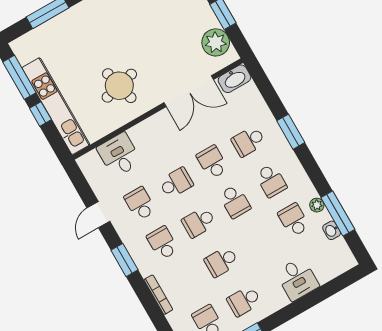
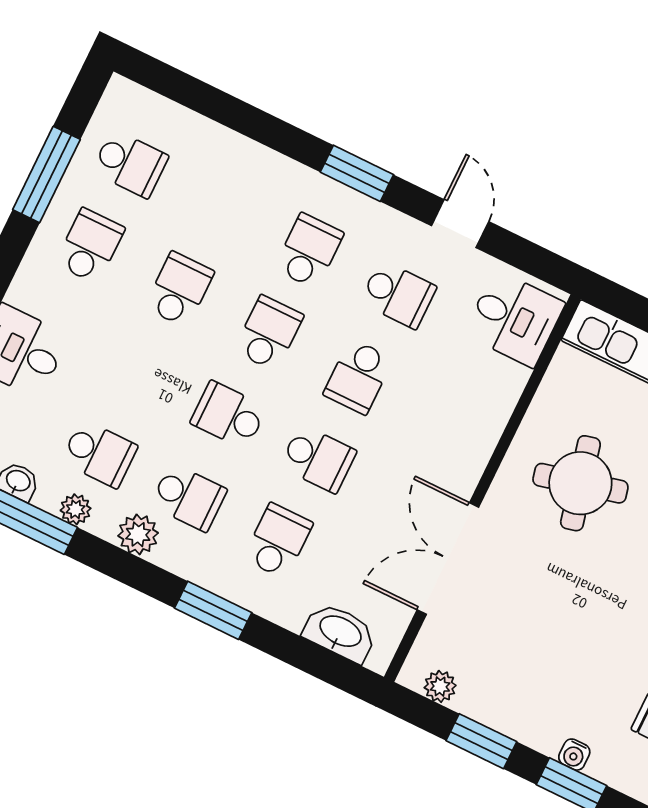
plant: (216, 42) -> (440, 686), width x0.53, depth x0.53
washbasin: (234, 79) -> (340, 632), moved, turned 90
desk: (119, 155) -> (514, 319), moved
plant: (300, 180) -> (138, 534), added
school desk: (271, 181) -> (189, 497), turned 180
school desk: (163, 243) -> (309, 251), turned -90
bookcase: (158, 295) -> (253, 152), removed

